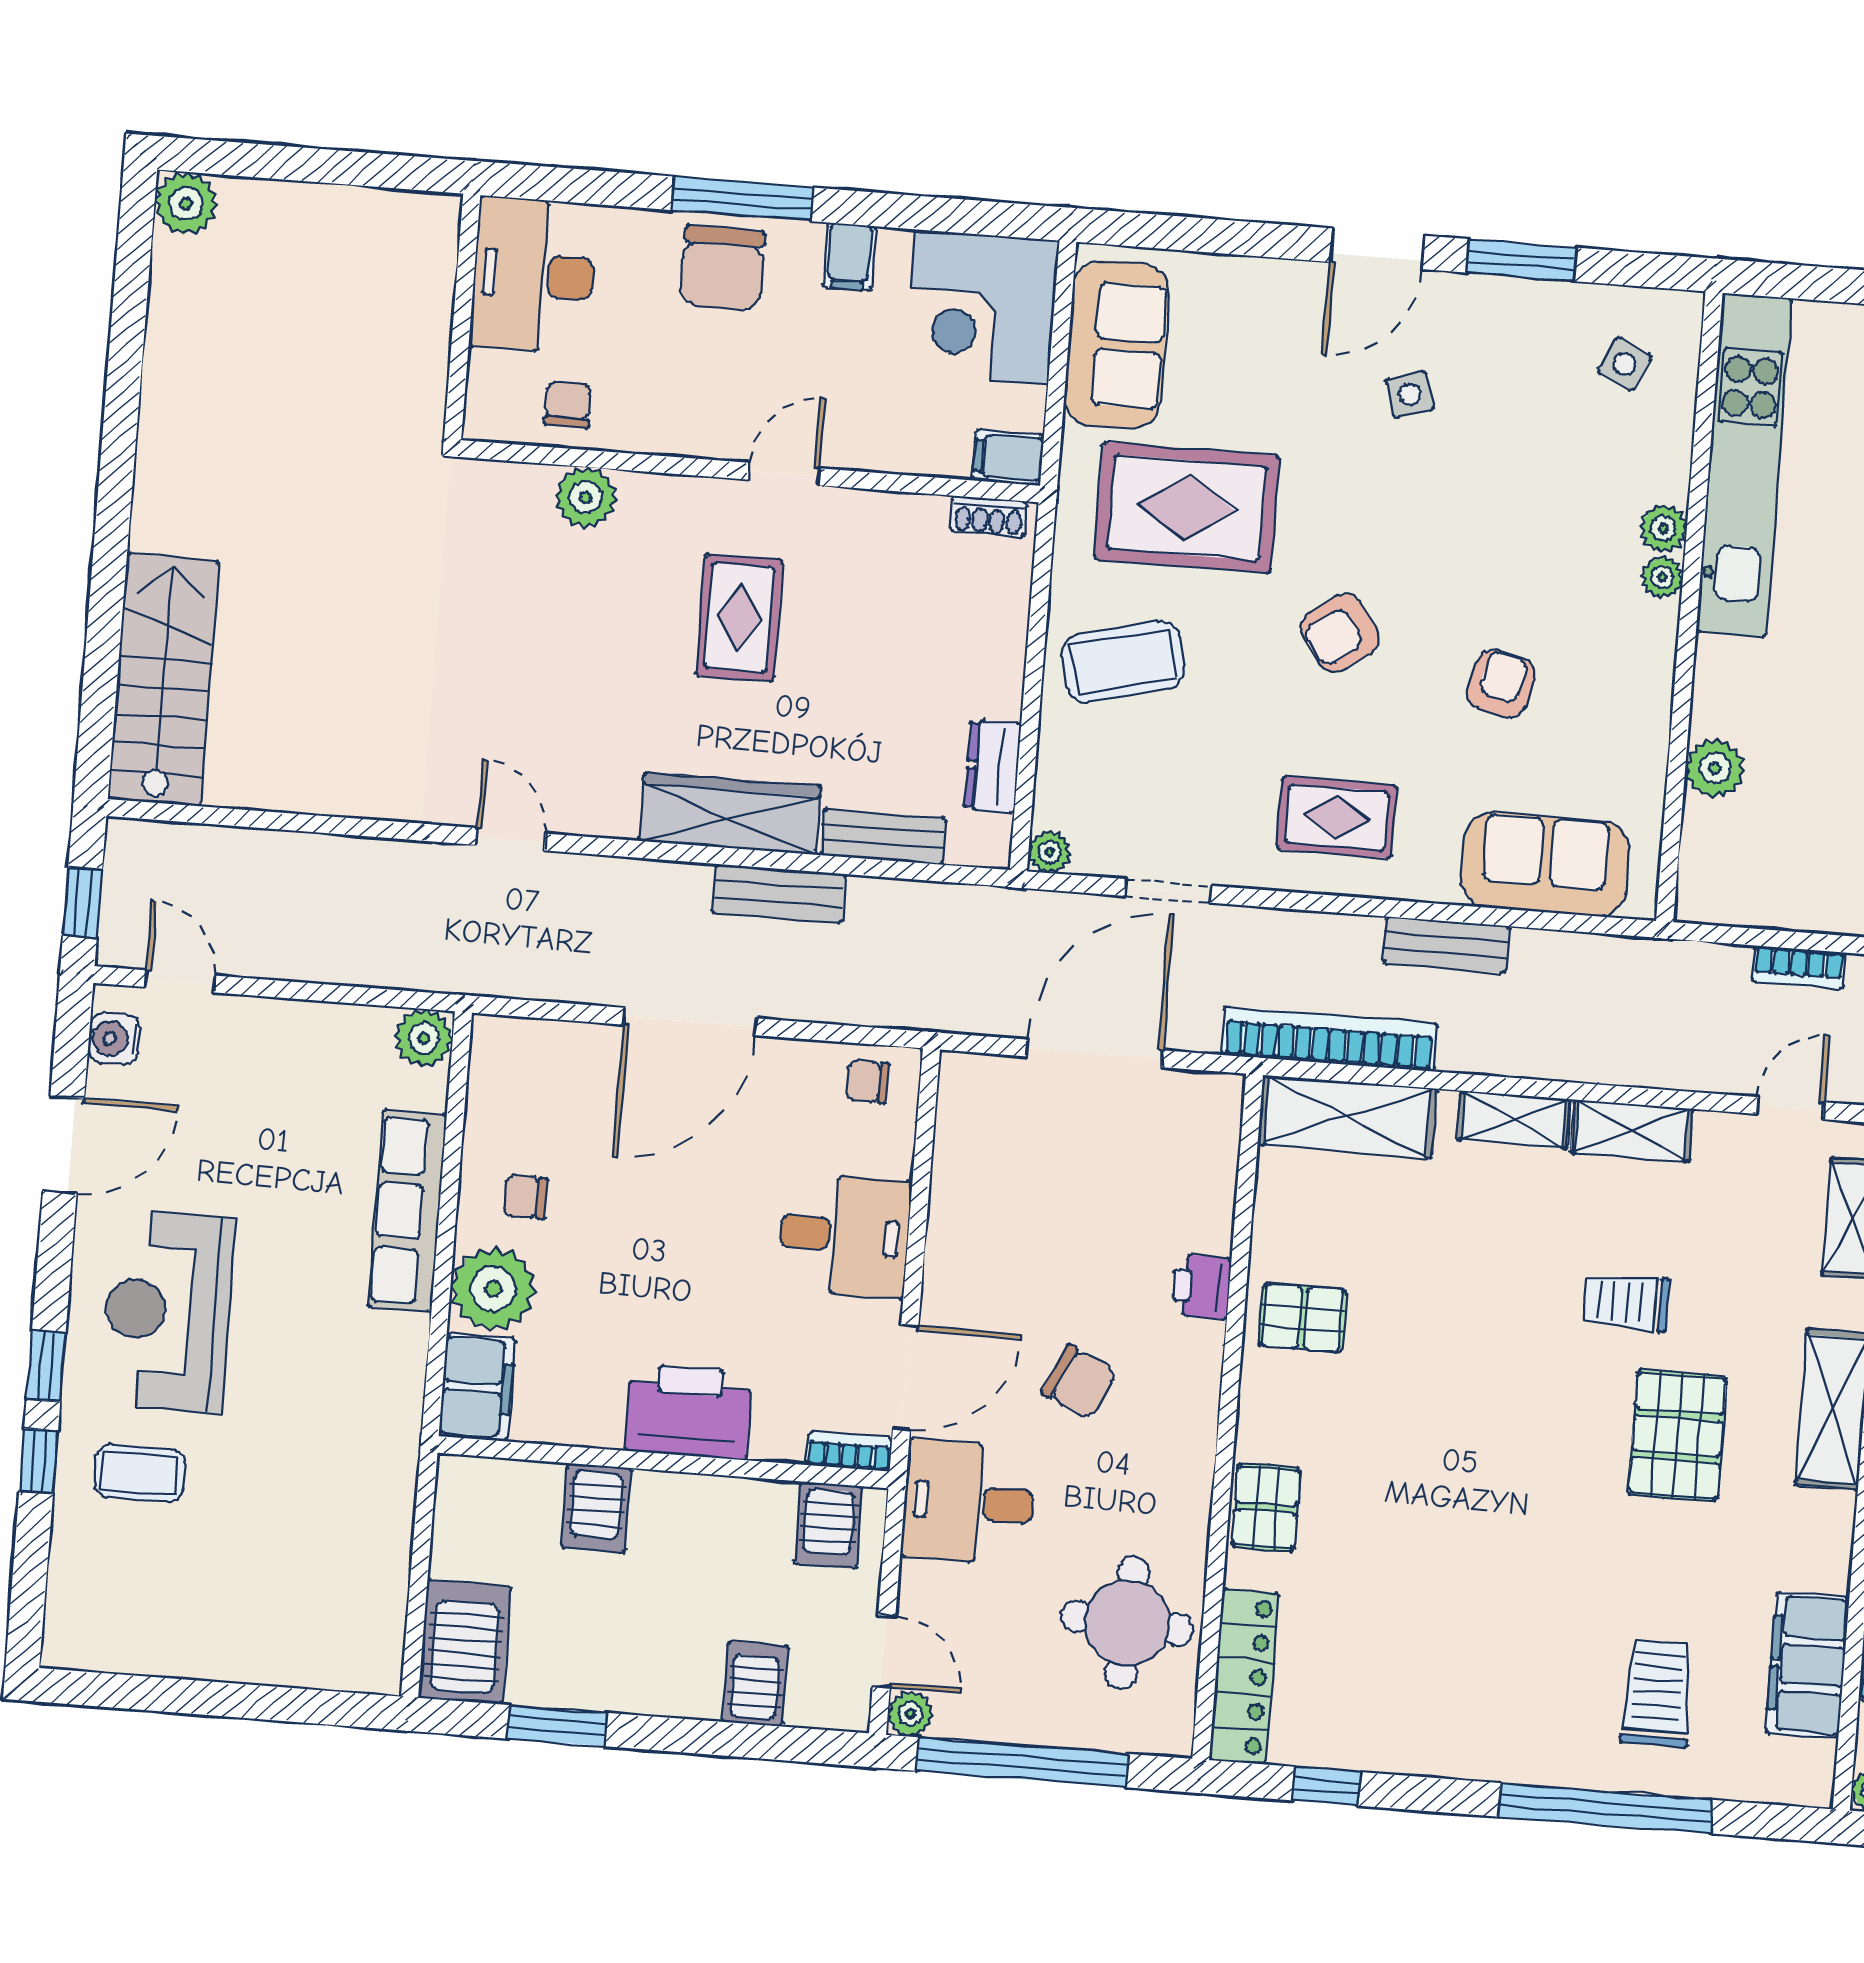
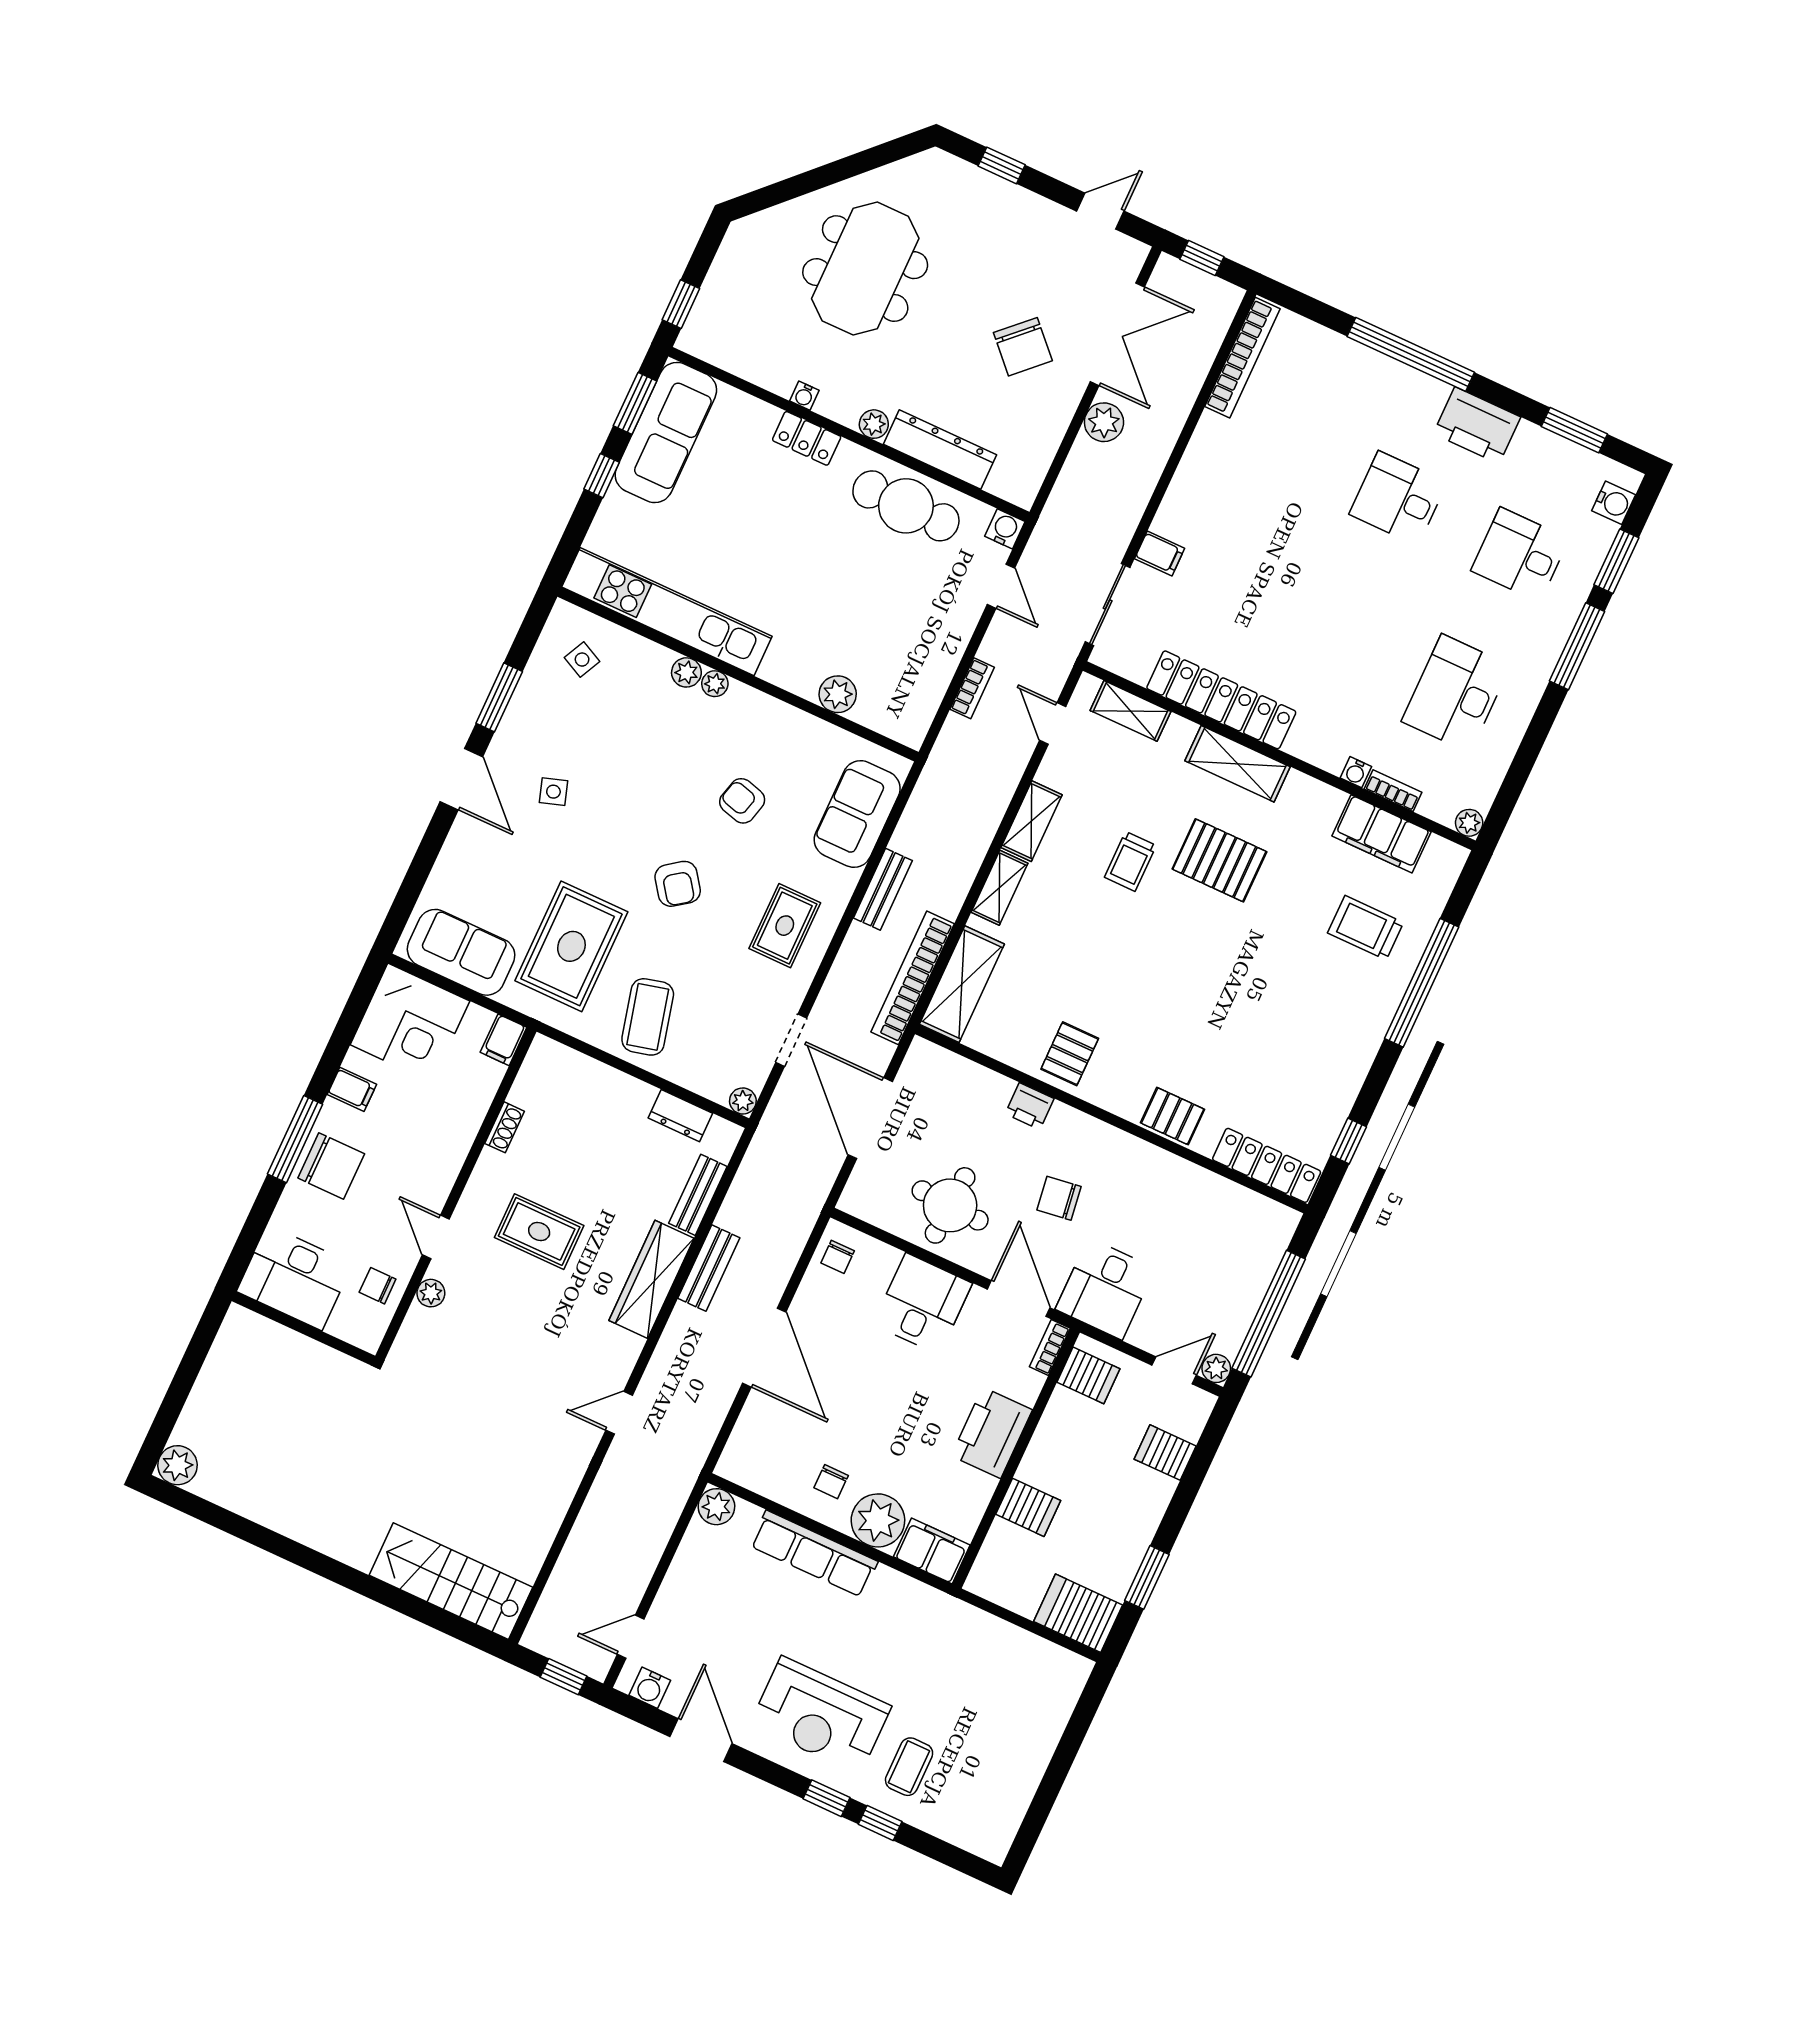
door: (784, 474) -> (436, 1237), moved
plant: (586, 497) -> (431, 1293), width x0.73, depth x0.73
shoe rack: (988, 517) -> (505, 1127), moved
chair: (1079, 1382) -> (1059, 1198), turned -123
round table: (1127, 1623) -> (950, 1205), moved

